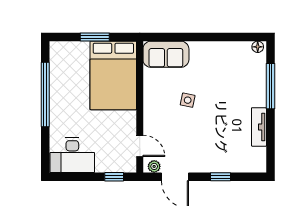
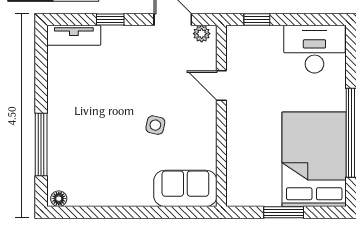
bed: (113, 75) -> (314, 159), moved
tv unit: (259, 127) -> (74, 35), moved, turned 90
door: (140, 146) -> (221, 85), moved

